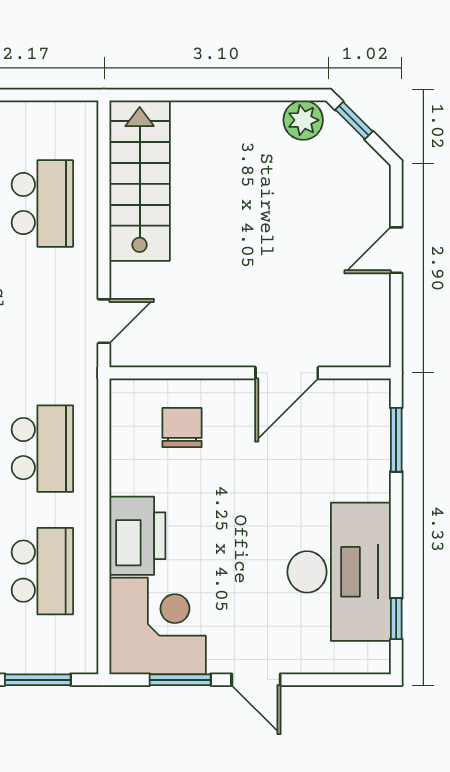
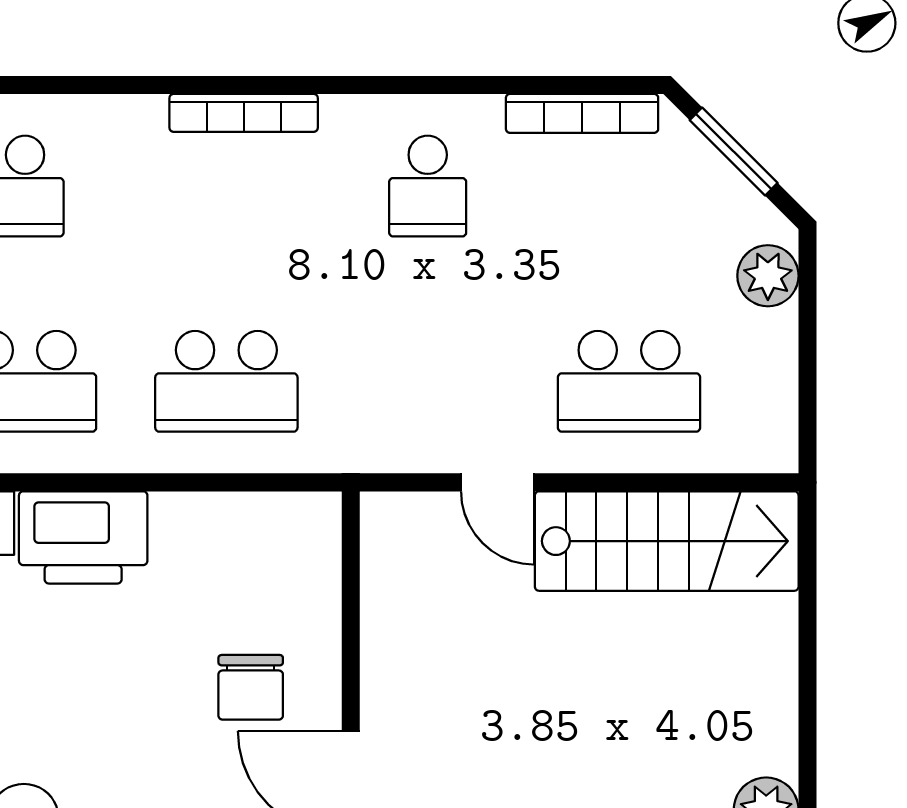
door: (104, 321) -> (498, 482), moved
chair: (182, 428) -> (251, 687), moved, turned 90

